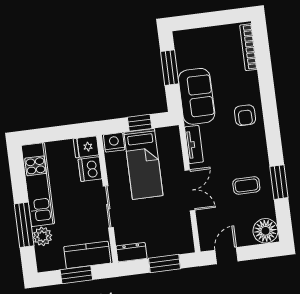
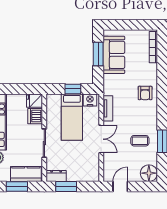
sofa: (197, 96) -> (114, 55), moved
nightstand: (114, 142) -> (90, 100), moved
window: (164, 264) -> (66, 187), moved

